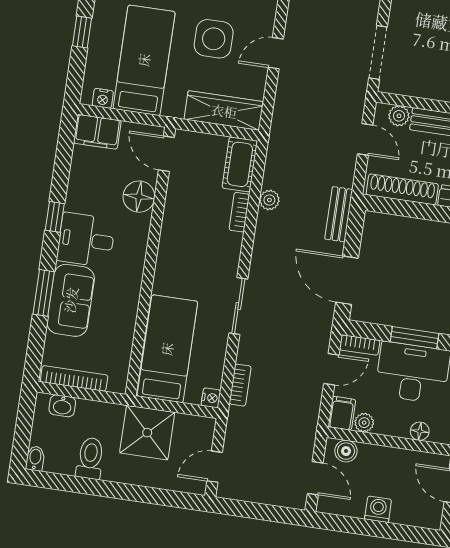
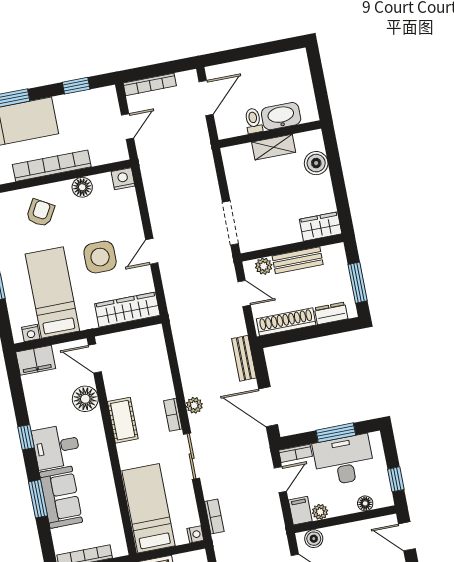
cot: (240, 164) -> (123, 420), moved
plant: (269, 200) -> (194, 405), moved
bookcase: (239, 212) -> (173, 415), moved

